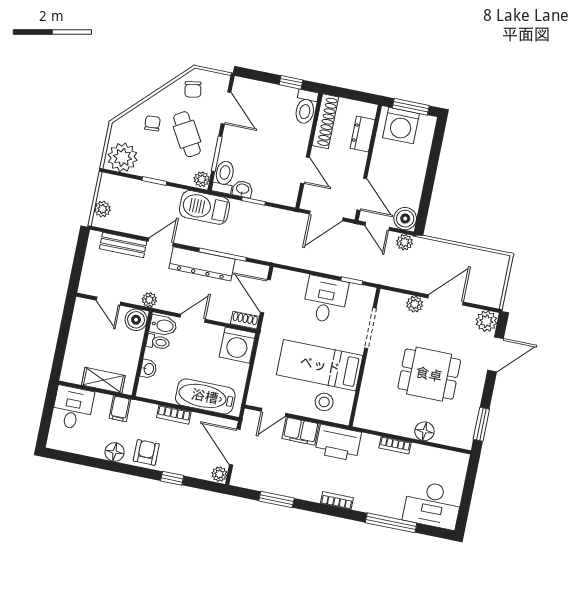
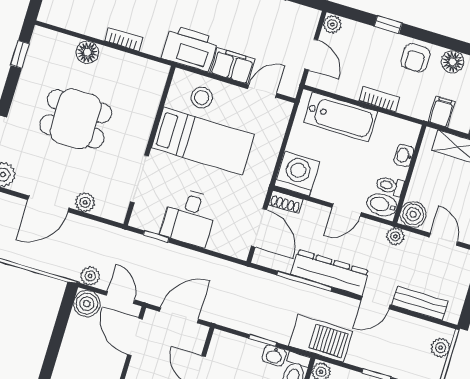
window: (481, 424) -> (20, 54), width x0.67
door: (235, 447) -> (311, 55), width x0.73

